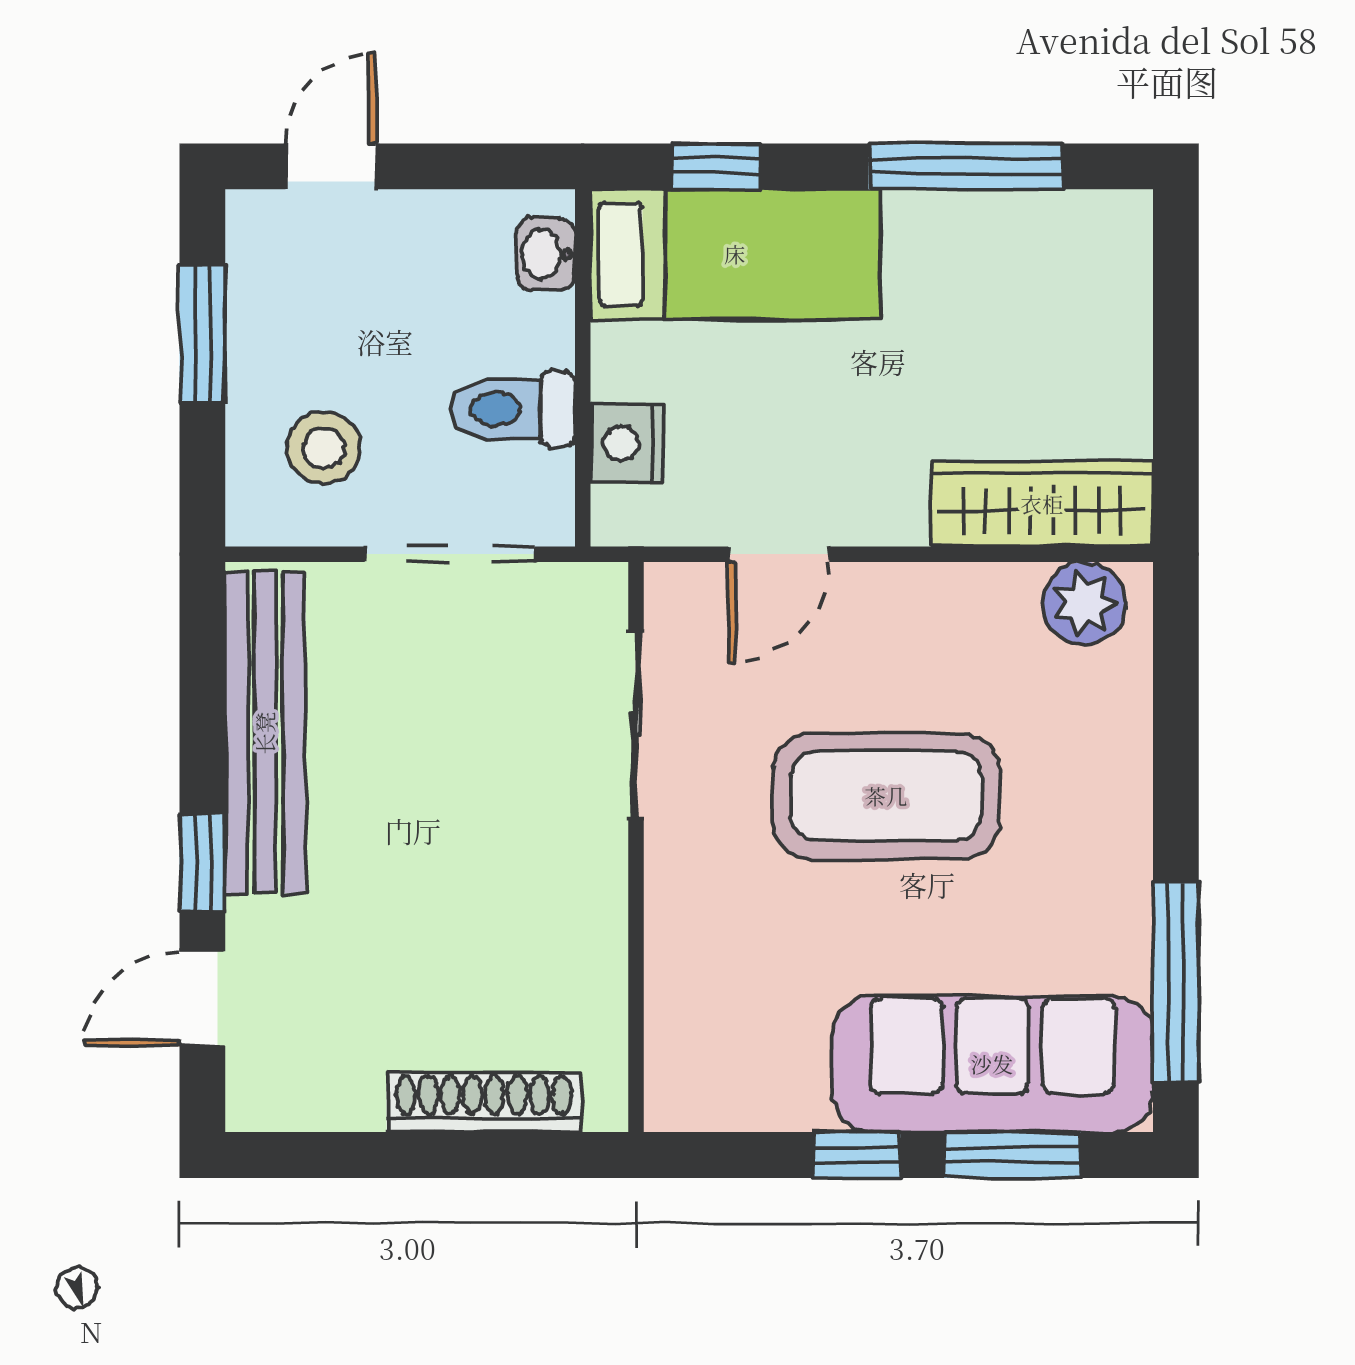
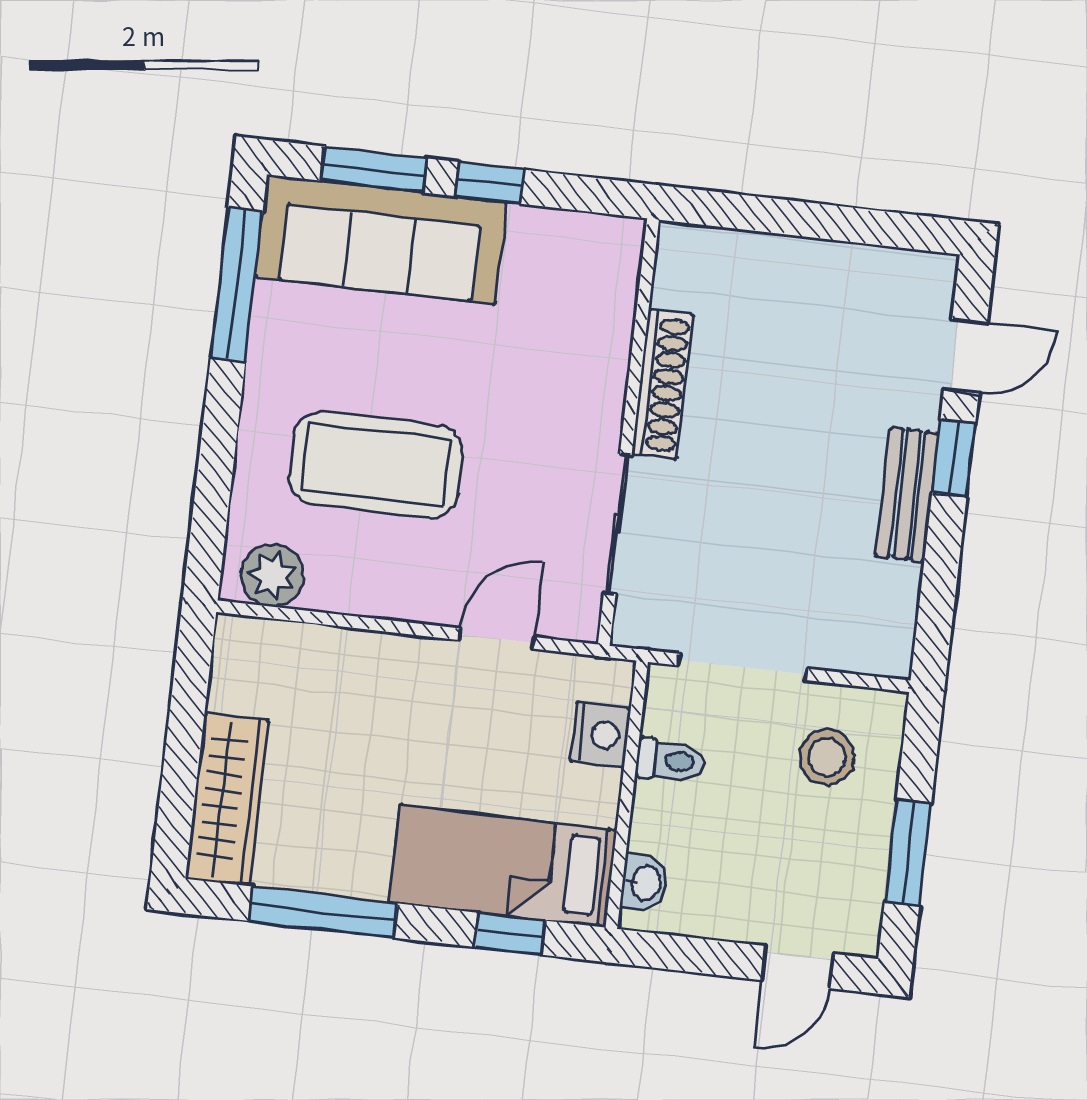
toilet: (513, 409) -> (670, 761), width x0.73, depth x0.72
wardrobe: (1042, 504) -> (227, 800), moved, turned -90
bench: (265, 733) -> (907, 495), width x0.54, depth x0.82
coffee table: (886, 796) -> (376, 465), moved
shoe rack: (484, 1102) -> (662, 384), moved, turned -90

